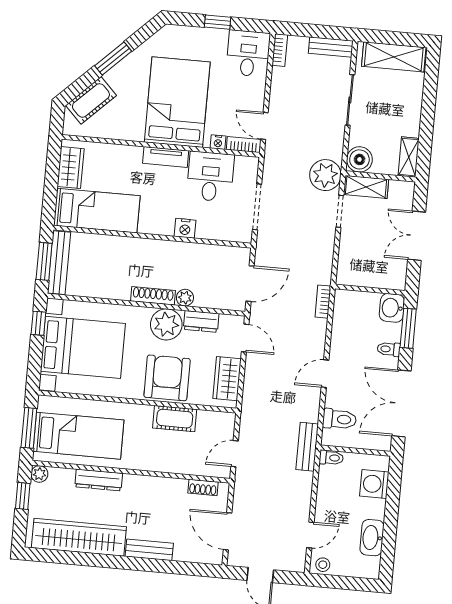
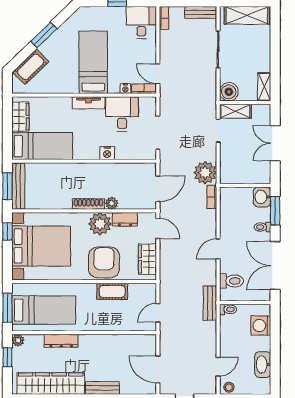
bed: (177, 102) -> (93, 62), width x0.67
plant: (325, 175) -> (205, 173), moved
shoe rack: (203, 487) -> (137, 339), removed

